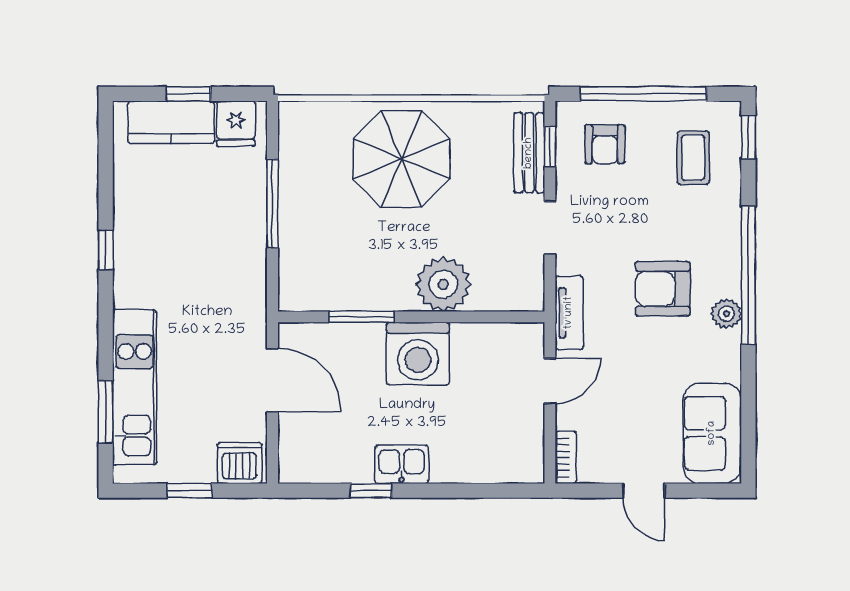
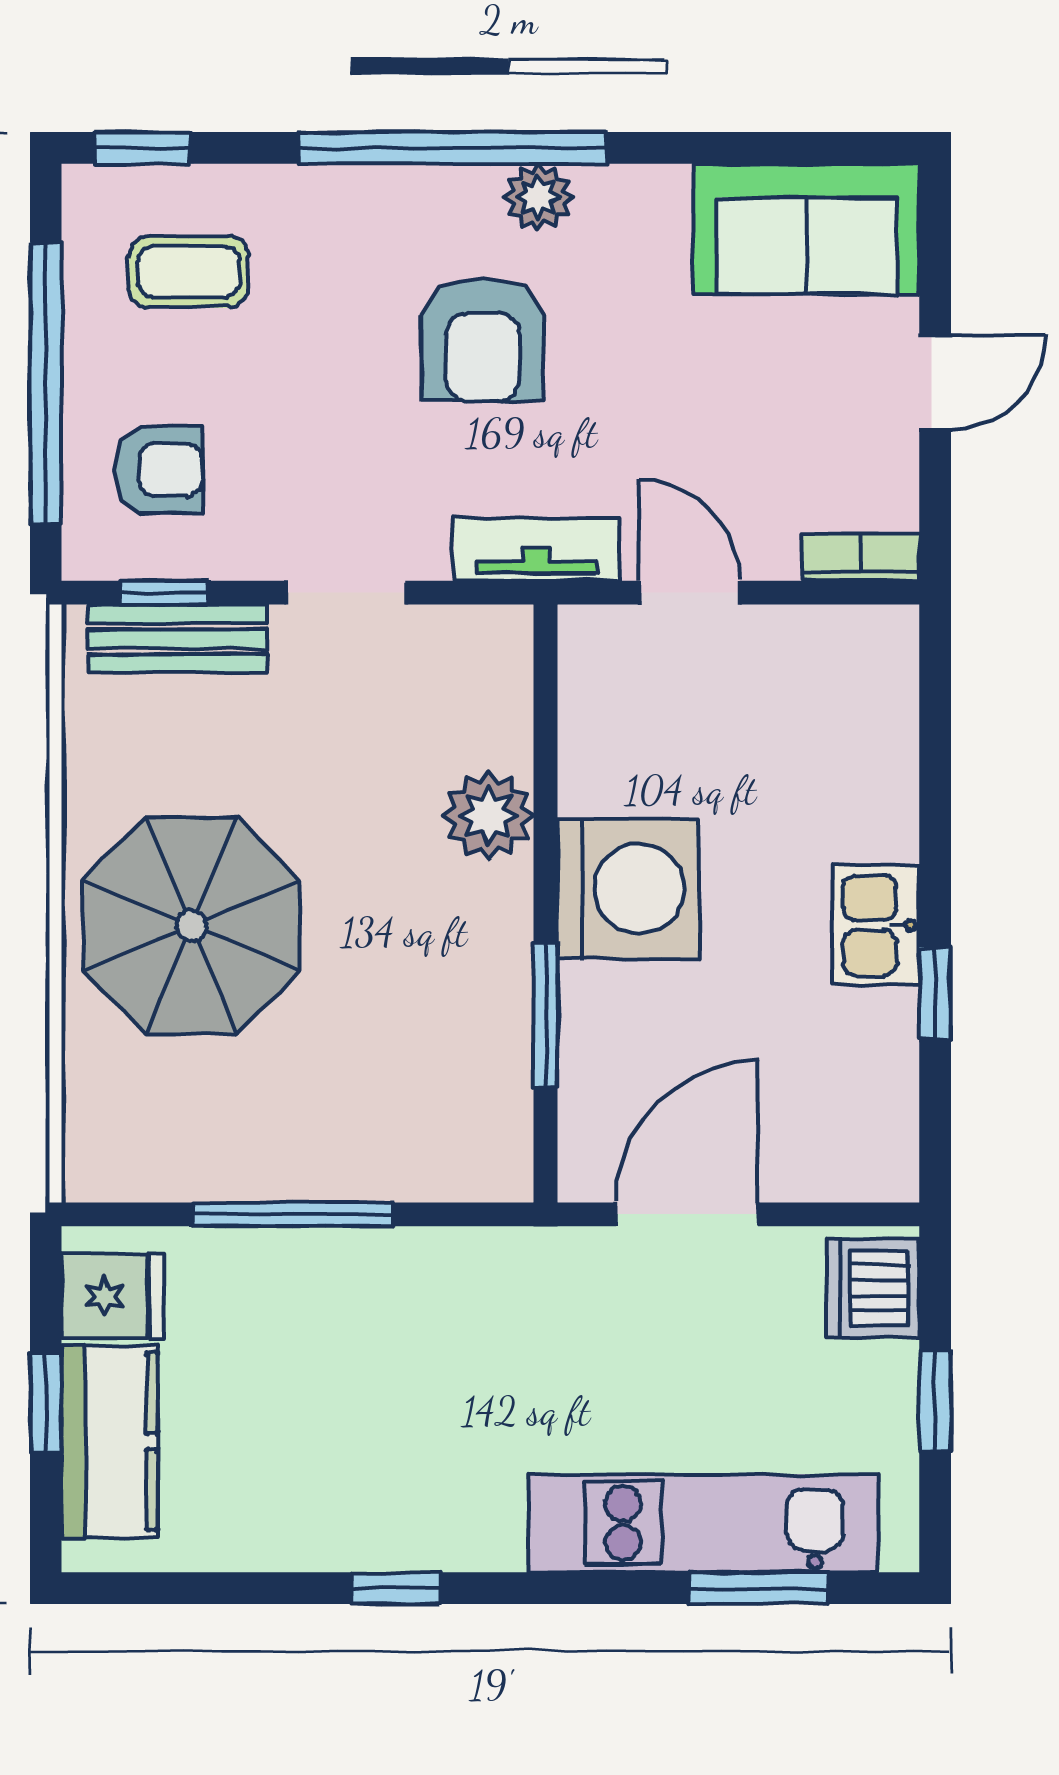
plant: (443, 284) -> (489, 815), width x0.73, depth x0.73

